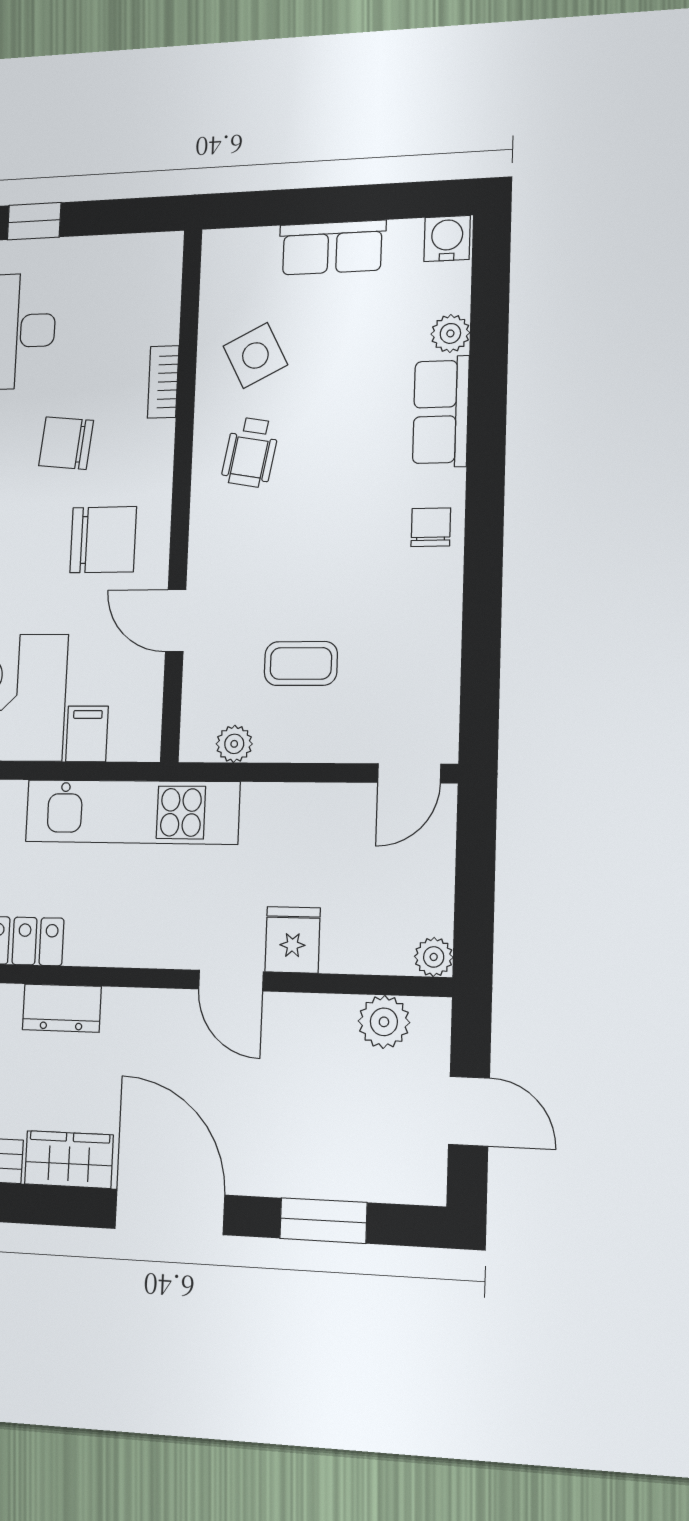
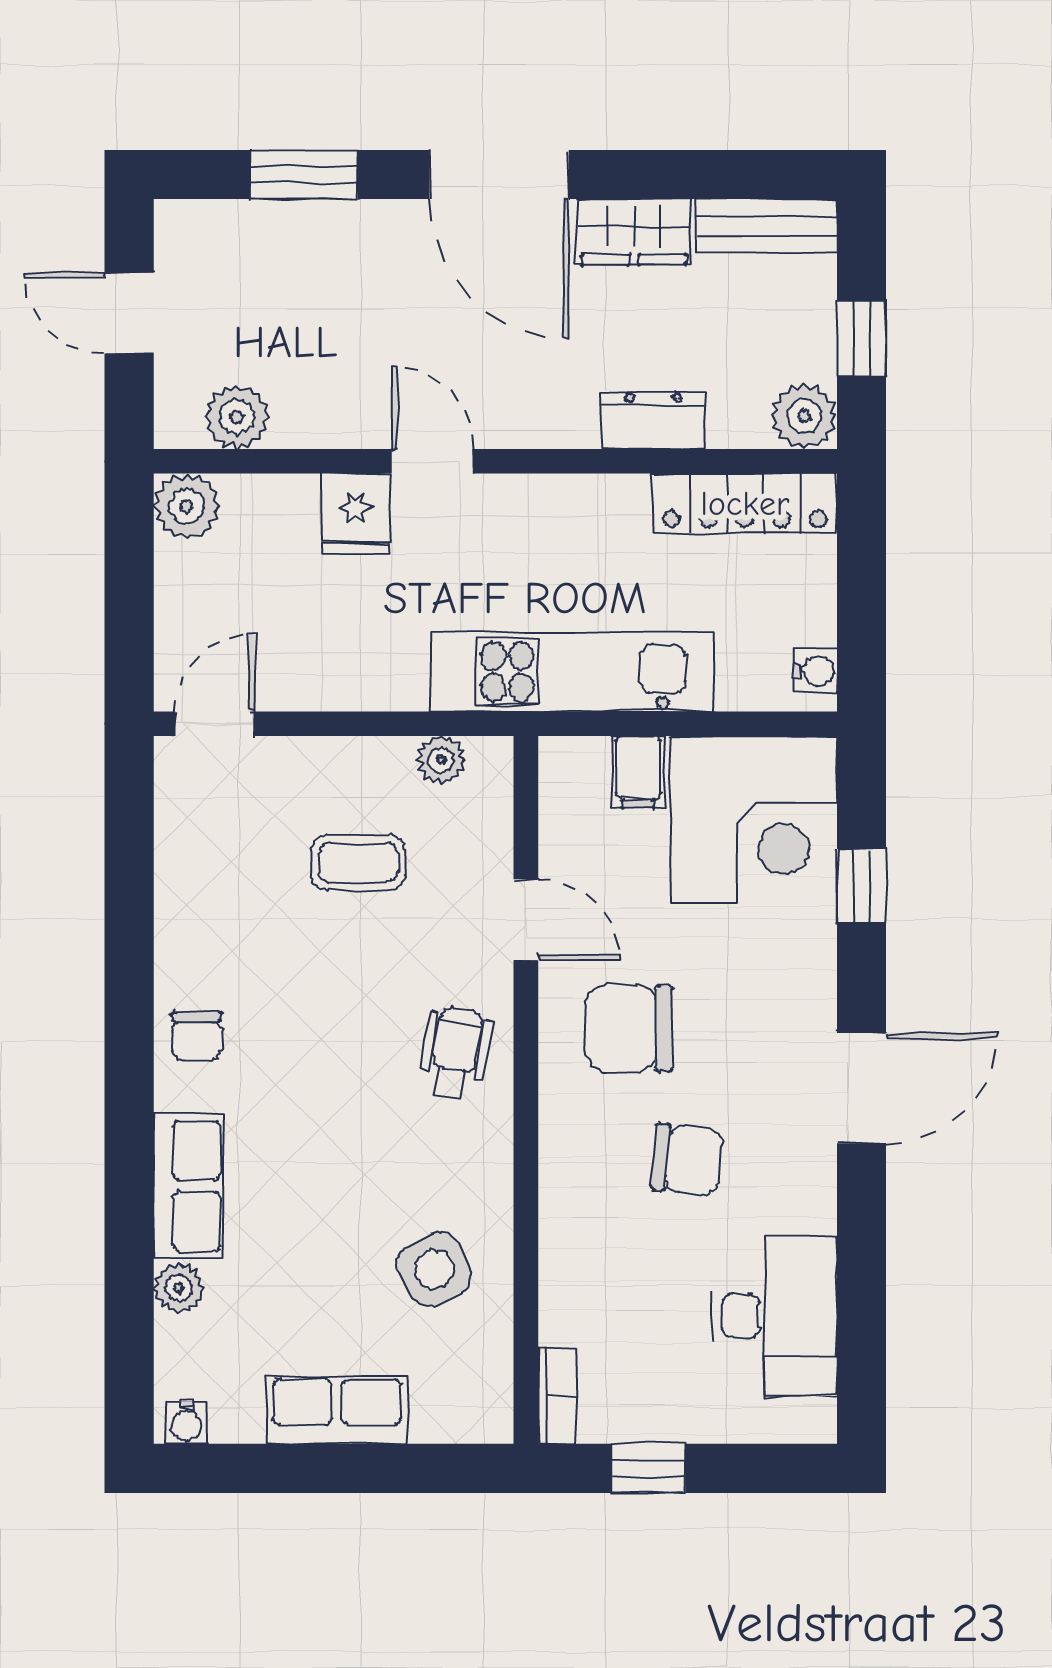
window: (34, 221) -> (648, 1468), moved
water cooler: (447, 238) -> (186, 1423), width x0.72, depth x0.72
bookcase: (163, 382) -> (557, 1395), moved
wheelchair: (250, 452) -> (455, 1052), moved
plant: (434, 957) -> (187, 506), width x1.38, depth x1.38

